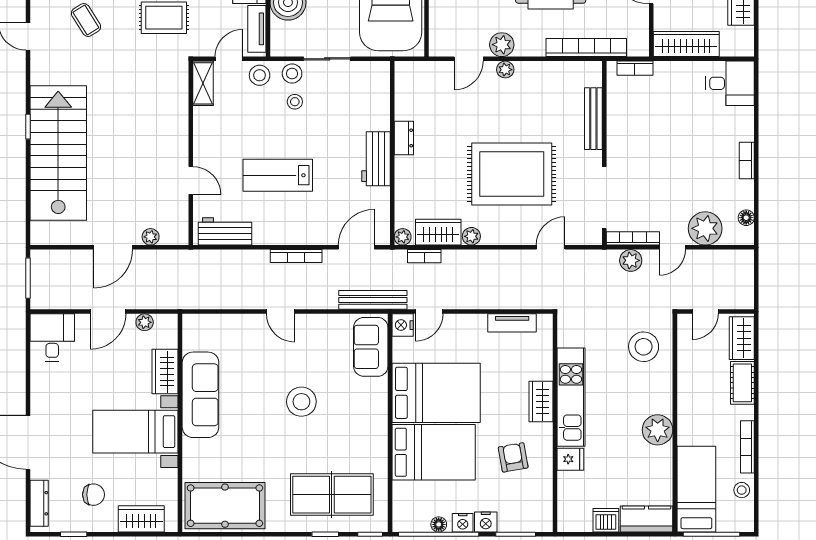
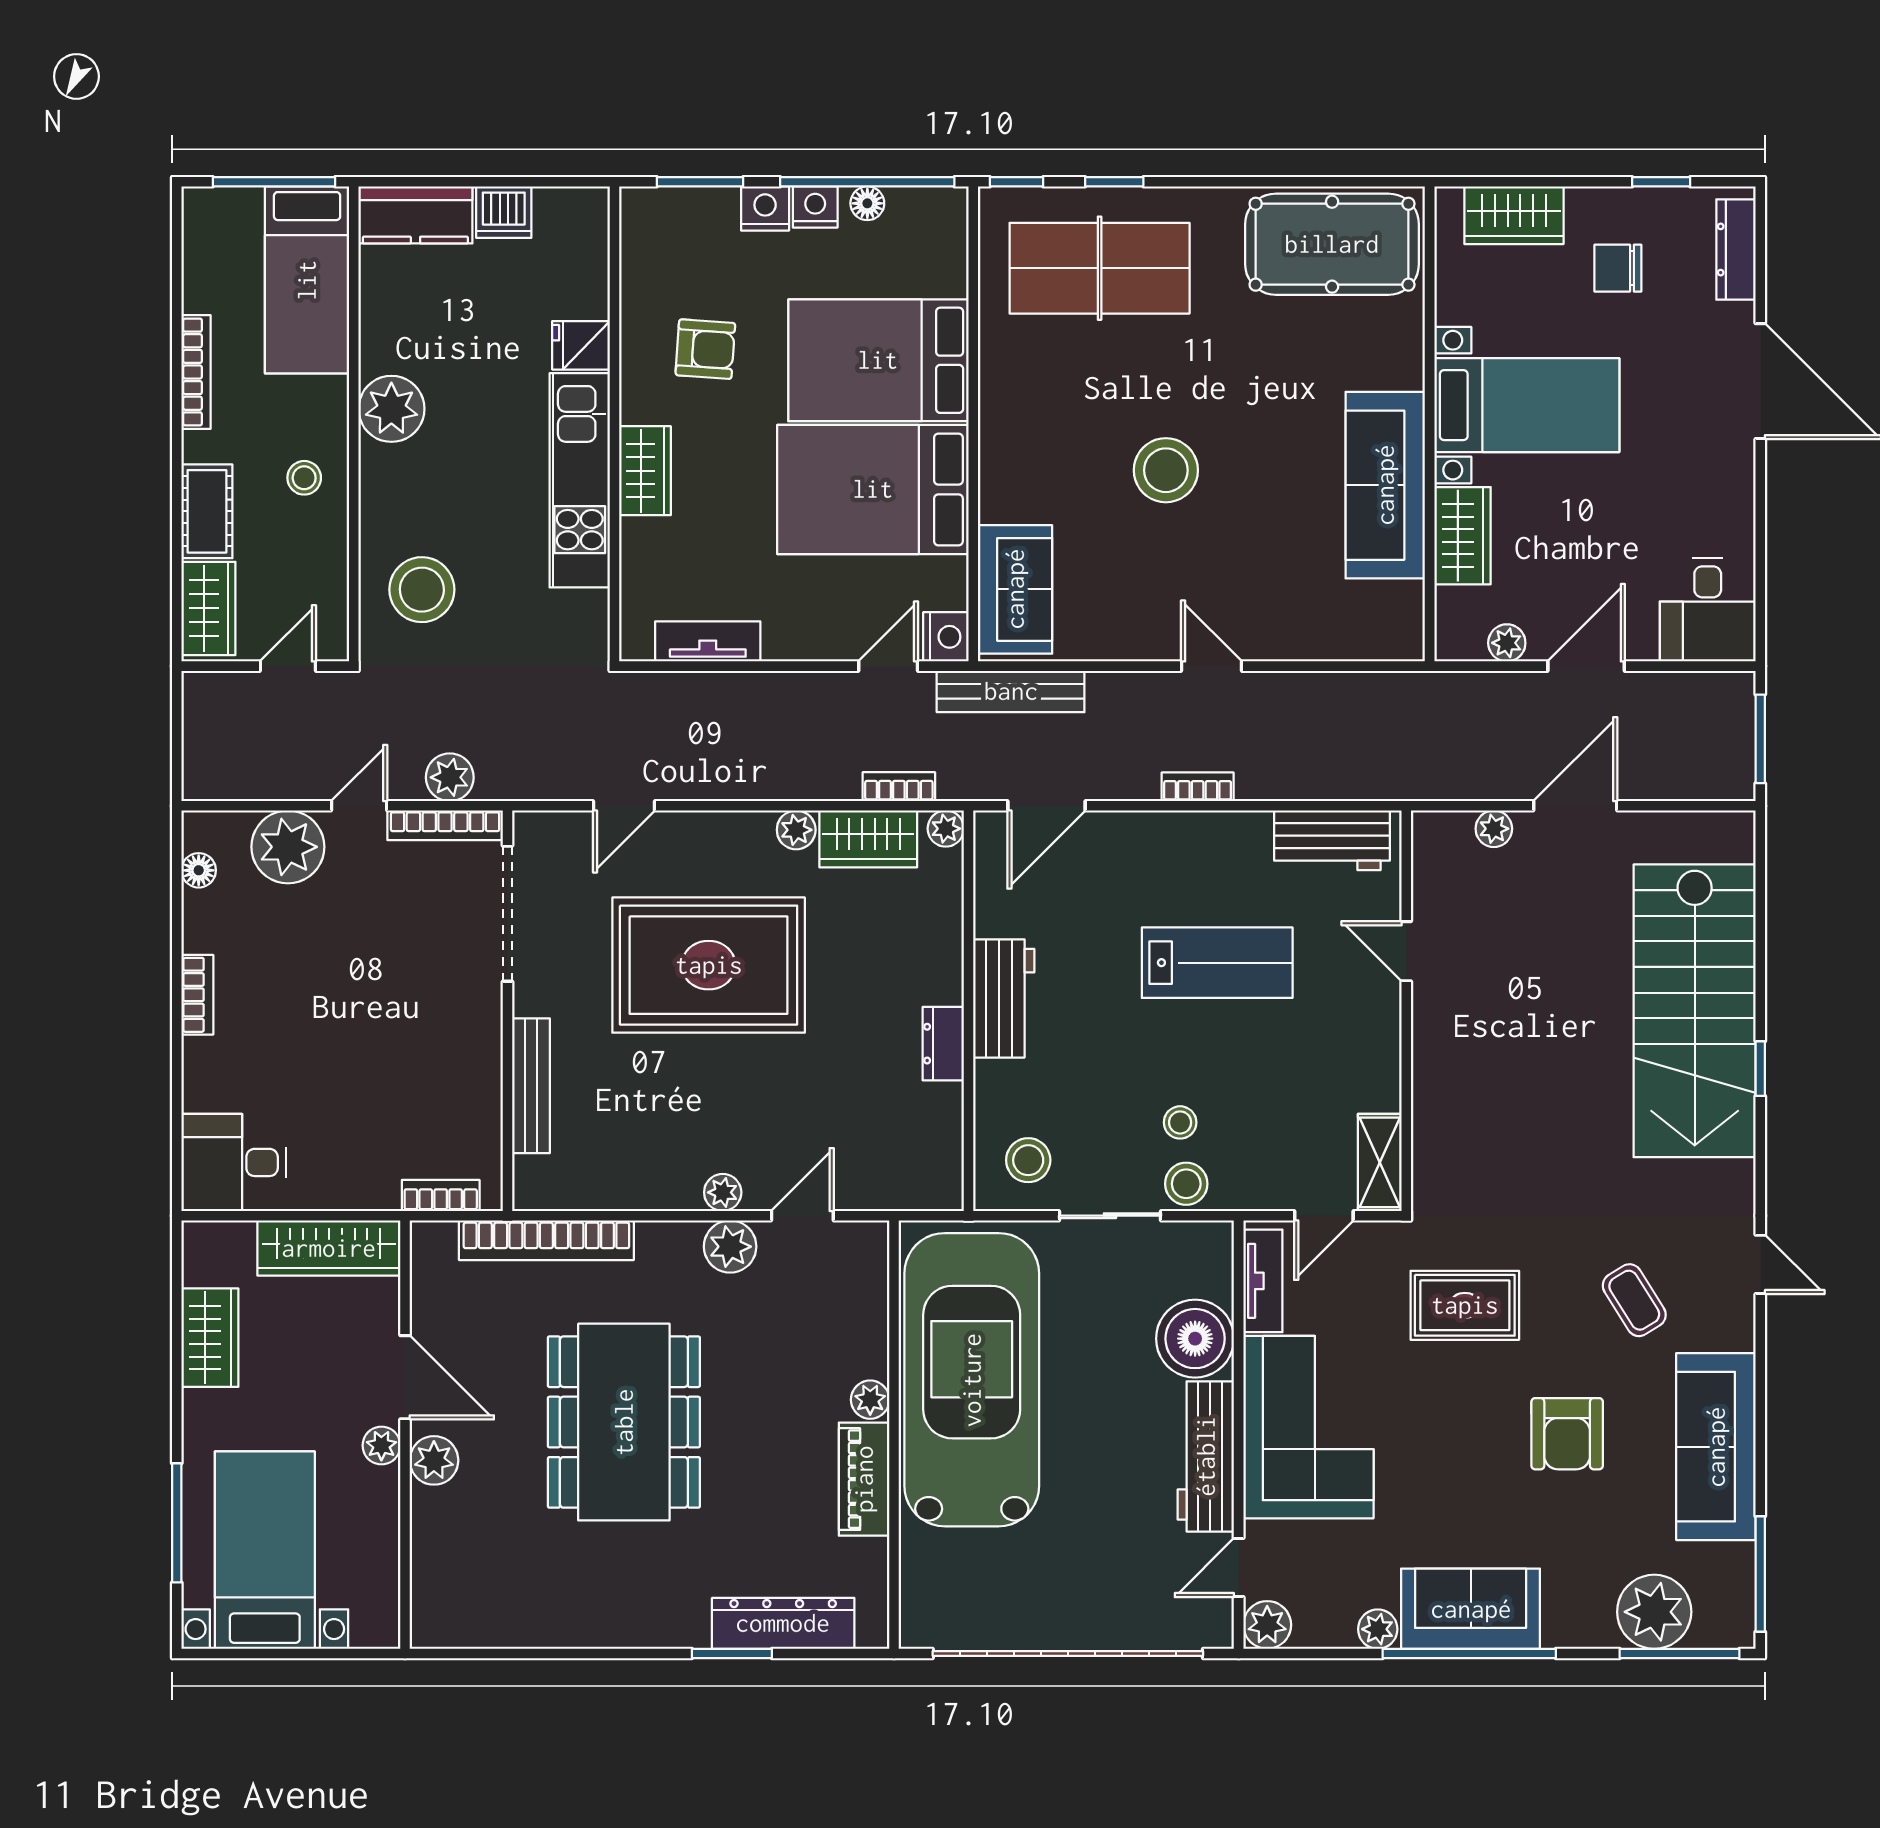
stool: (260, 75) -> (1028, 1160), moved
bookcase: (296, 256) -> (1198, 787), width x0.64
armchair: (513, 457) -> (705, 349), turned -76
stool: (742, 490) -> (304, 478), moved

